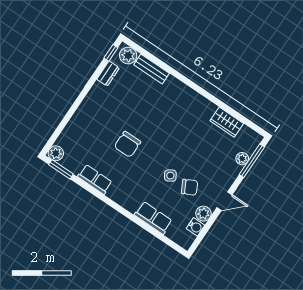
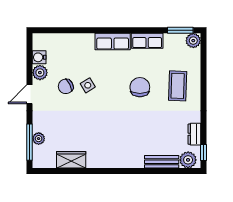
coffee table: (95, 124) -> (178, 86), added
row of seats: (153, 218) -> (113, 42), moved

